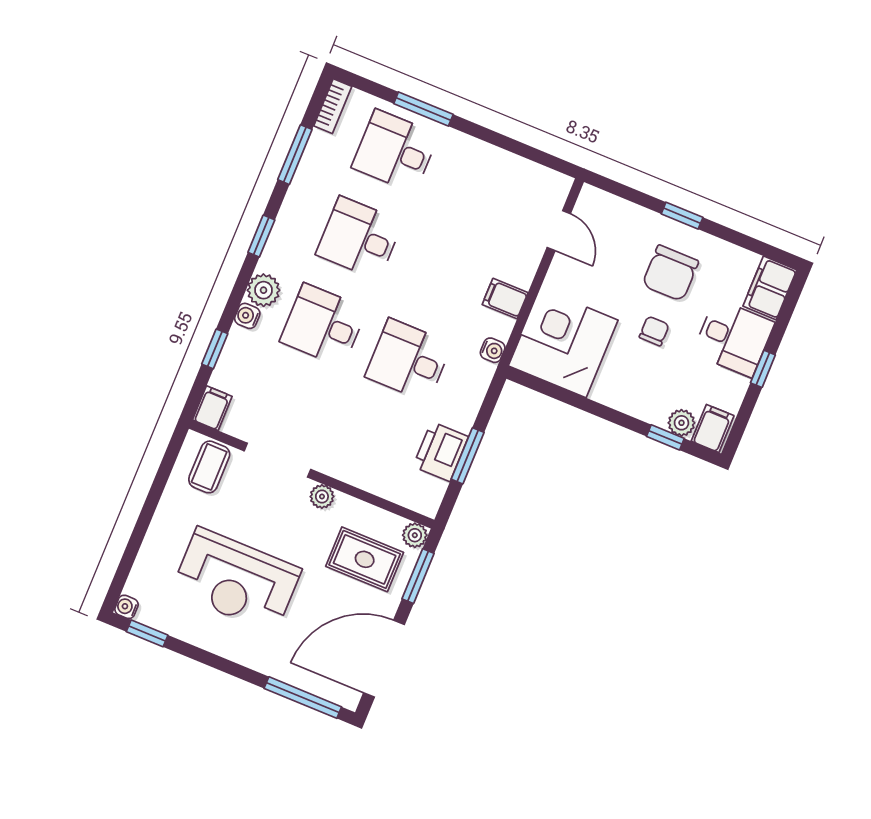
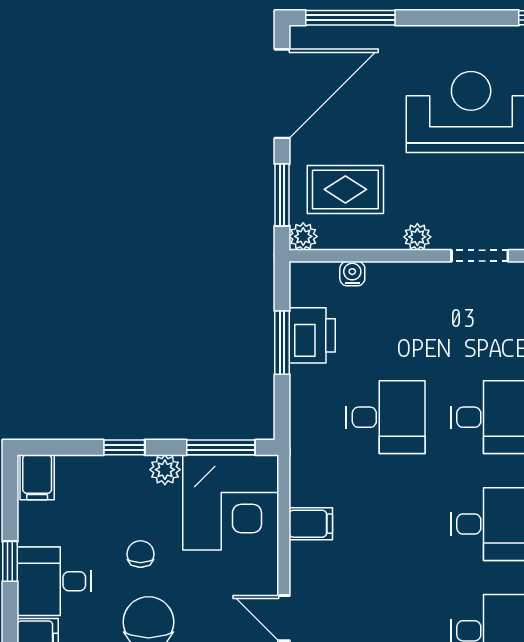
chair: (654, 331) -> (140, 554), turned 180
water cooler: (493, 350) -> (352, 274), moved, turned 90
window: (553, 391) -> (221, 447), added
plant: (681, 423) -> (165, 470), moved
window: (665, 437) -> (124, 447), moved
doorway: (277, 460) -> (480, 256), width x0.73

